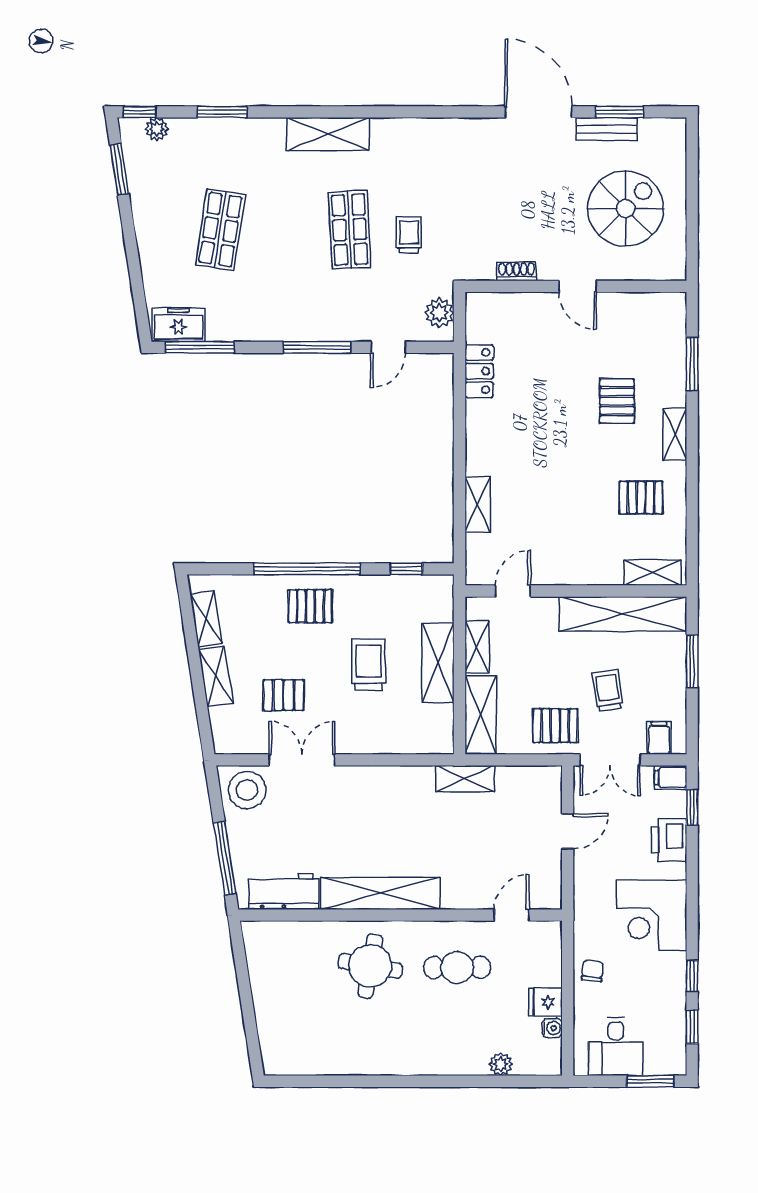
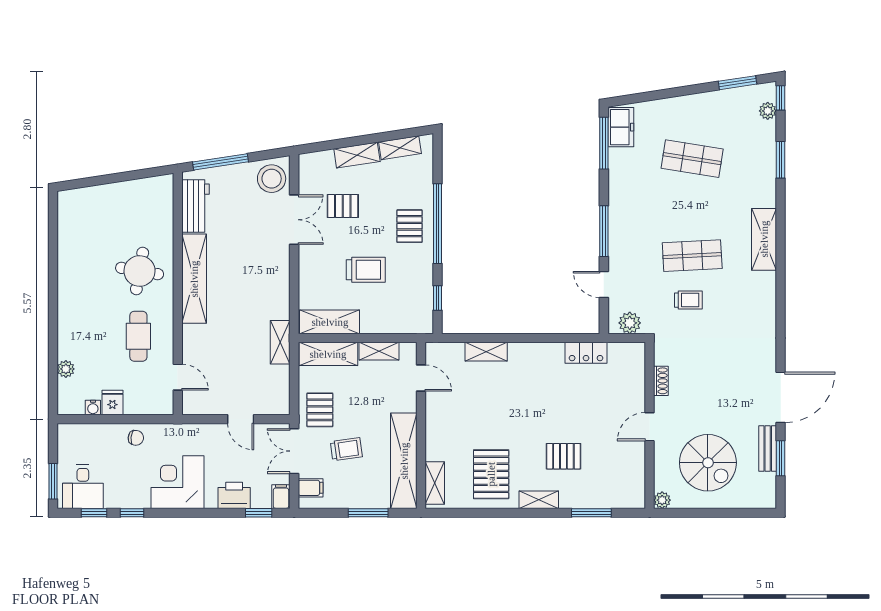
plant: (675, 270) -> (662, 500), added
pallet: (641, 497) -> (491, 474), width x1.50, depth x1.42
shelving: (438, 663) -> (330, 322), moved
pallet: (284, 695) -> (343, 206), turned 90
desk: (616, 1047) -> (83, 487), moved, turned -90

